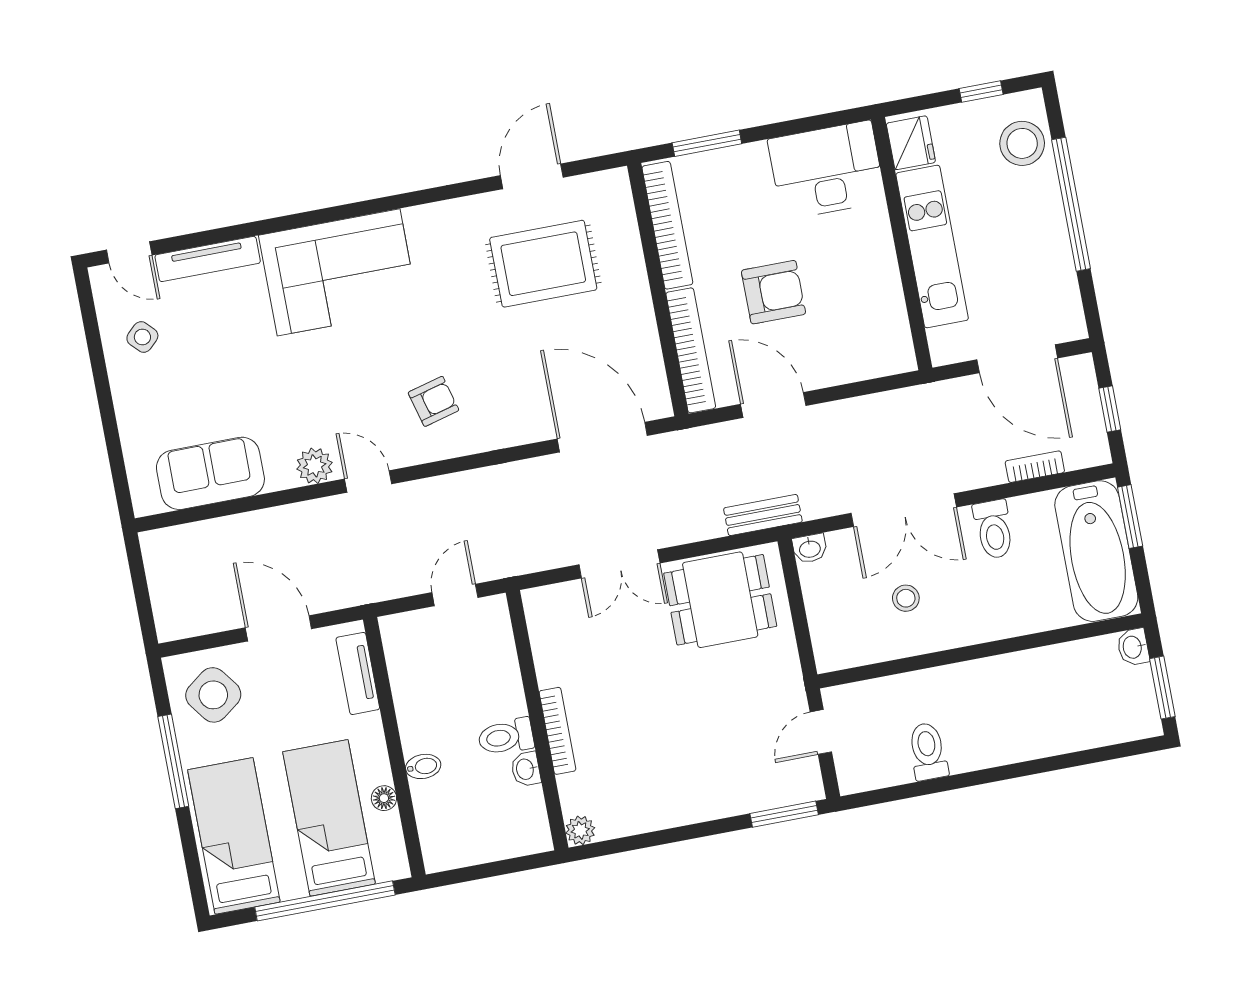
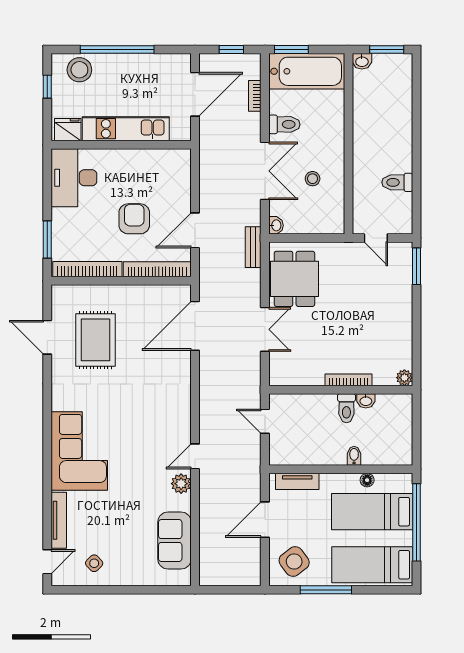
armchair: (433, 401) -> (158, 413), removed

